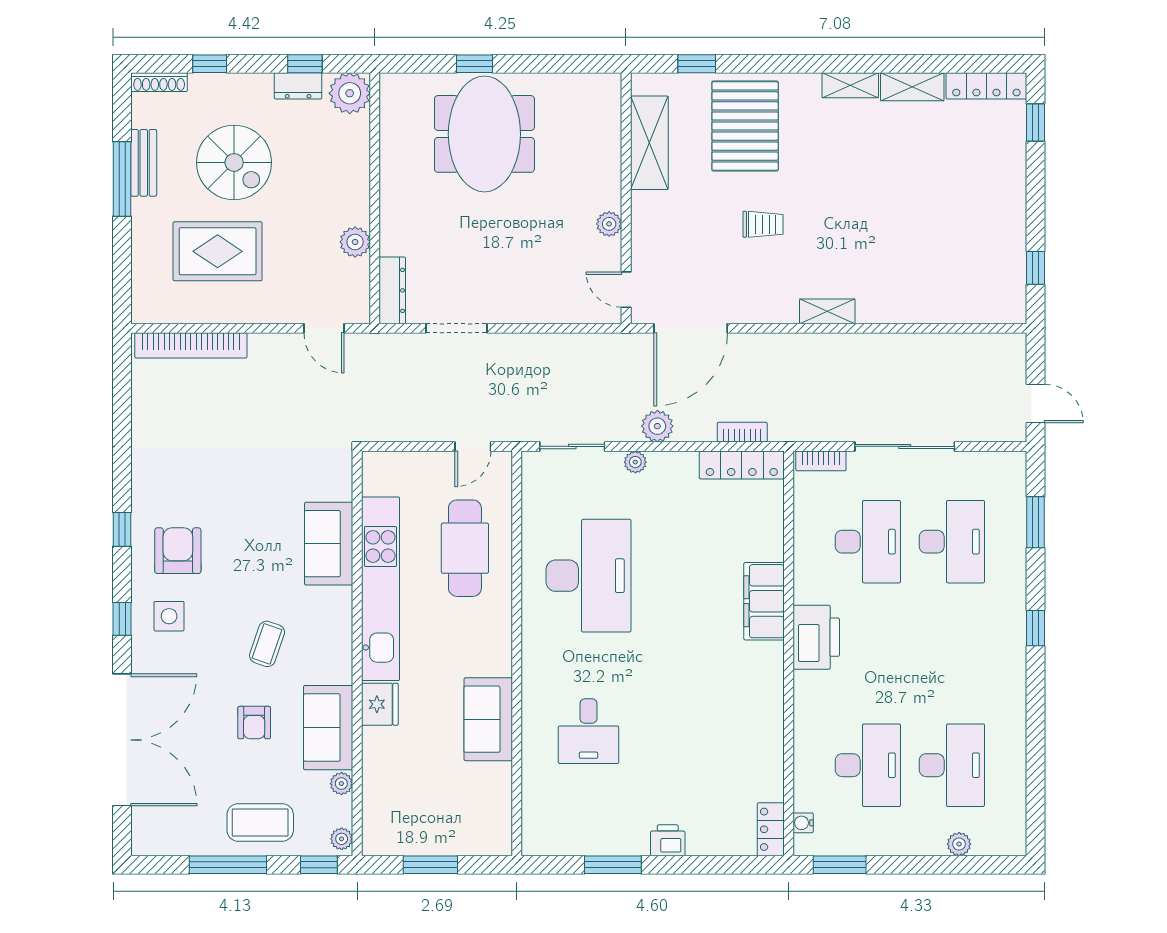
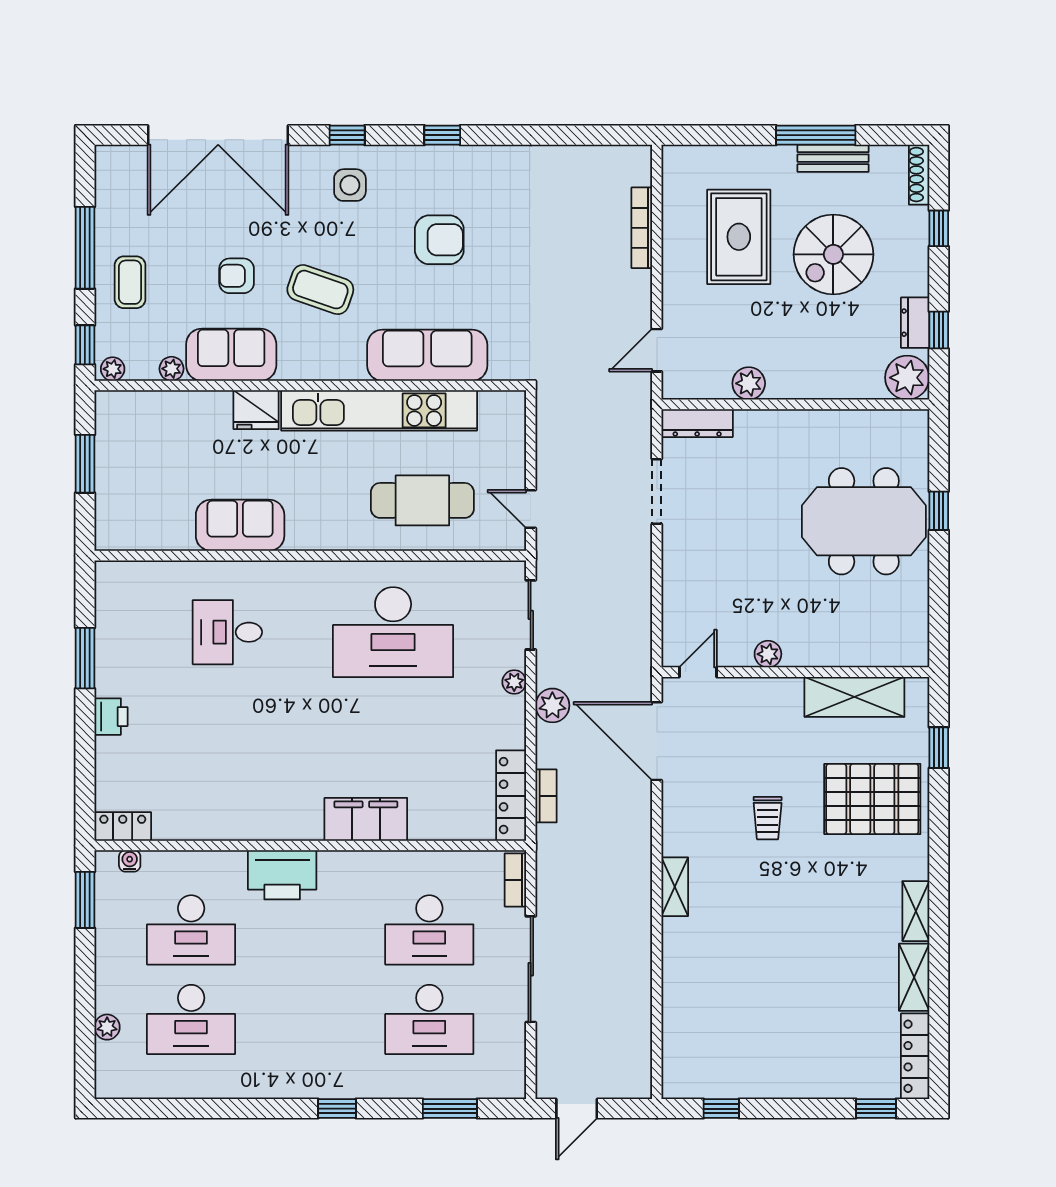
bookcase: (191, 345) -> (642, 228), width x0.68, depth x0.76
sofa: (329, 544) -> (427, 355), width x1.36
armchair: (178, 551) -> (439, 240), moved
printer: (816, 637) -> (282, 875), moved
coffee table: (267, 644) -> (320, 290), width x1.36, depth x1.30
coffee table: (260, 822) -> (130, 282), width x0.73, depth x0.77

